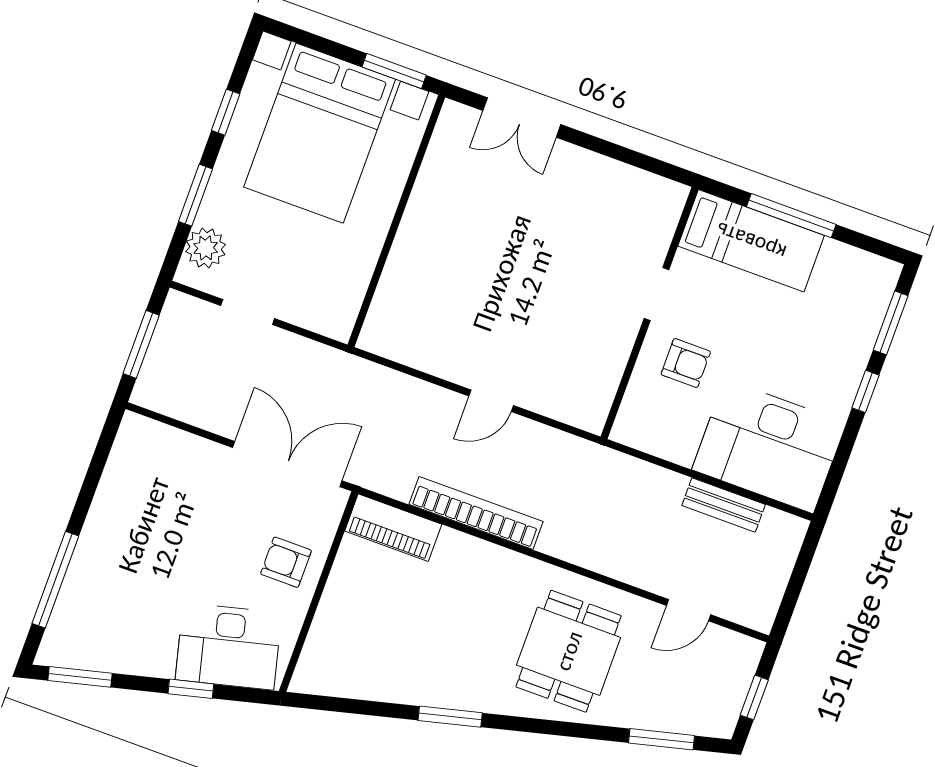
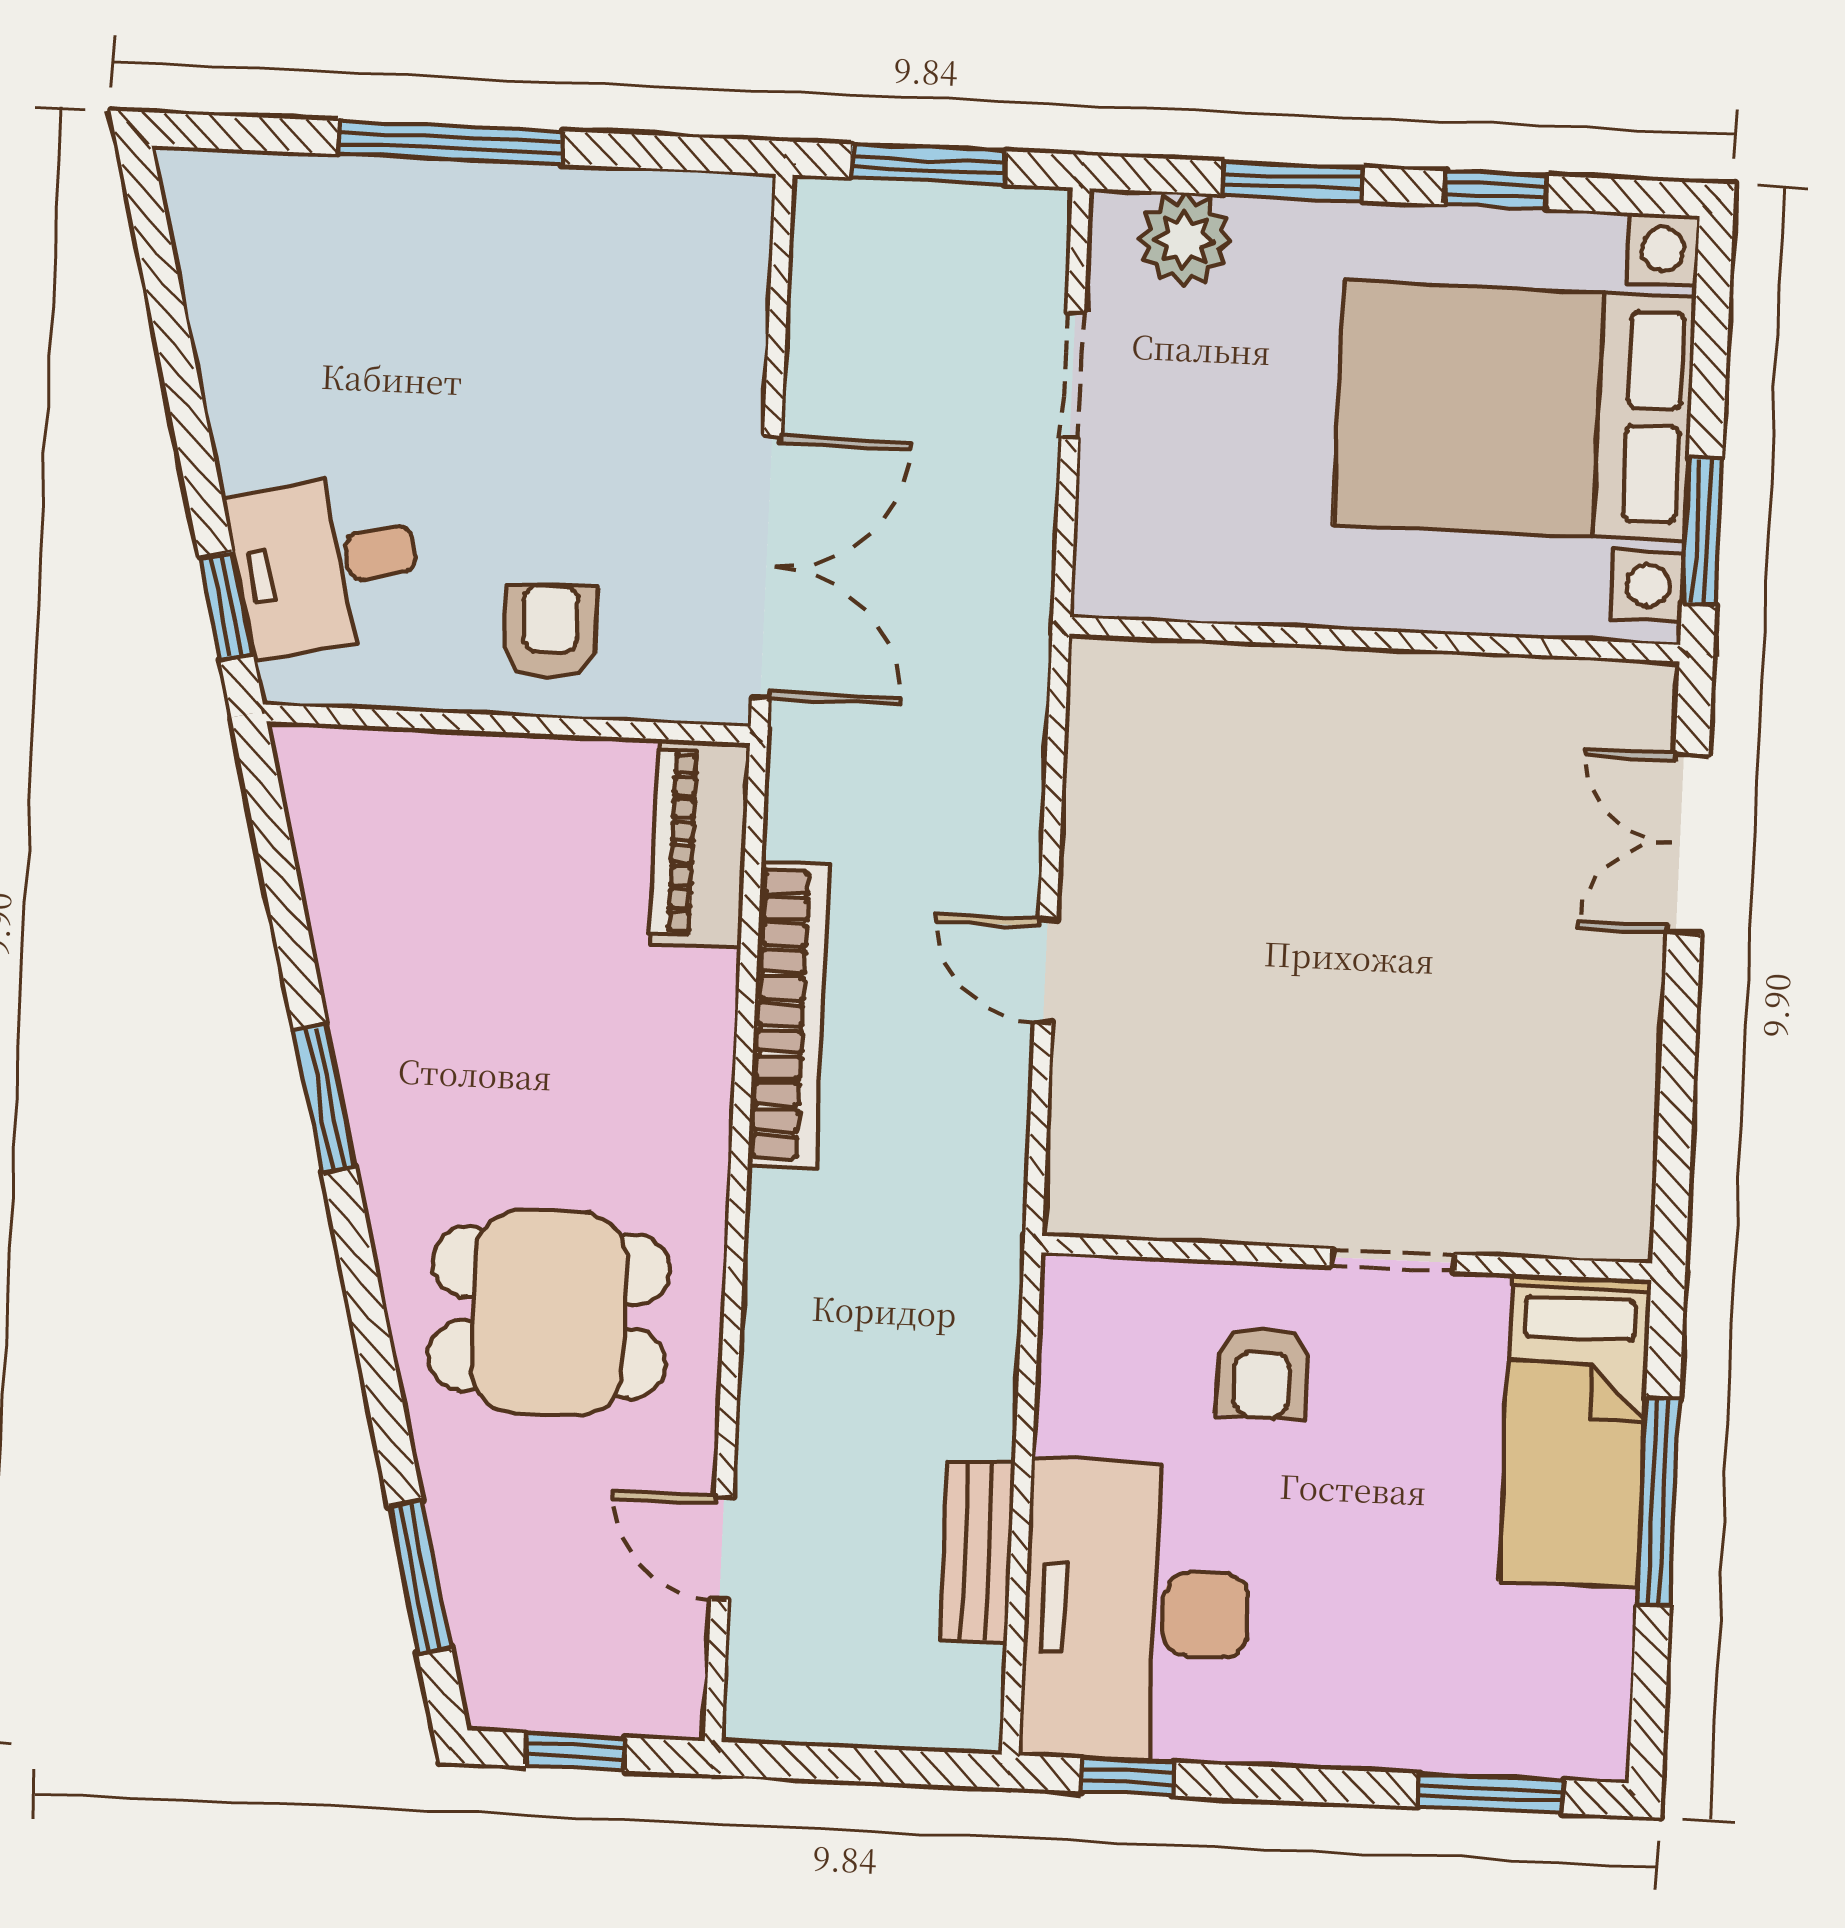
window: (866, 391) -> (1127, 1777), moved
window: (55, 580) -> (450, 143), moved
desk: (229, 646) -> (326, 564), width x0.73
window: (80, 677) -> (157, 259), removed
window: (191, 689) -> (226, 605), moved

